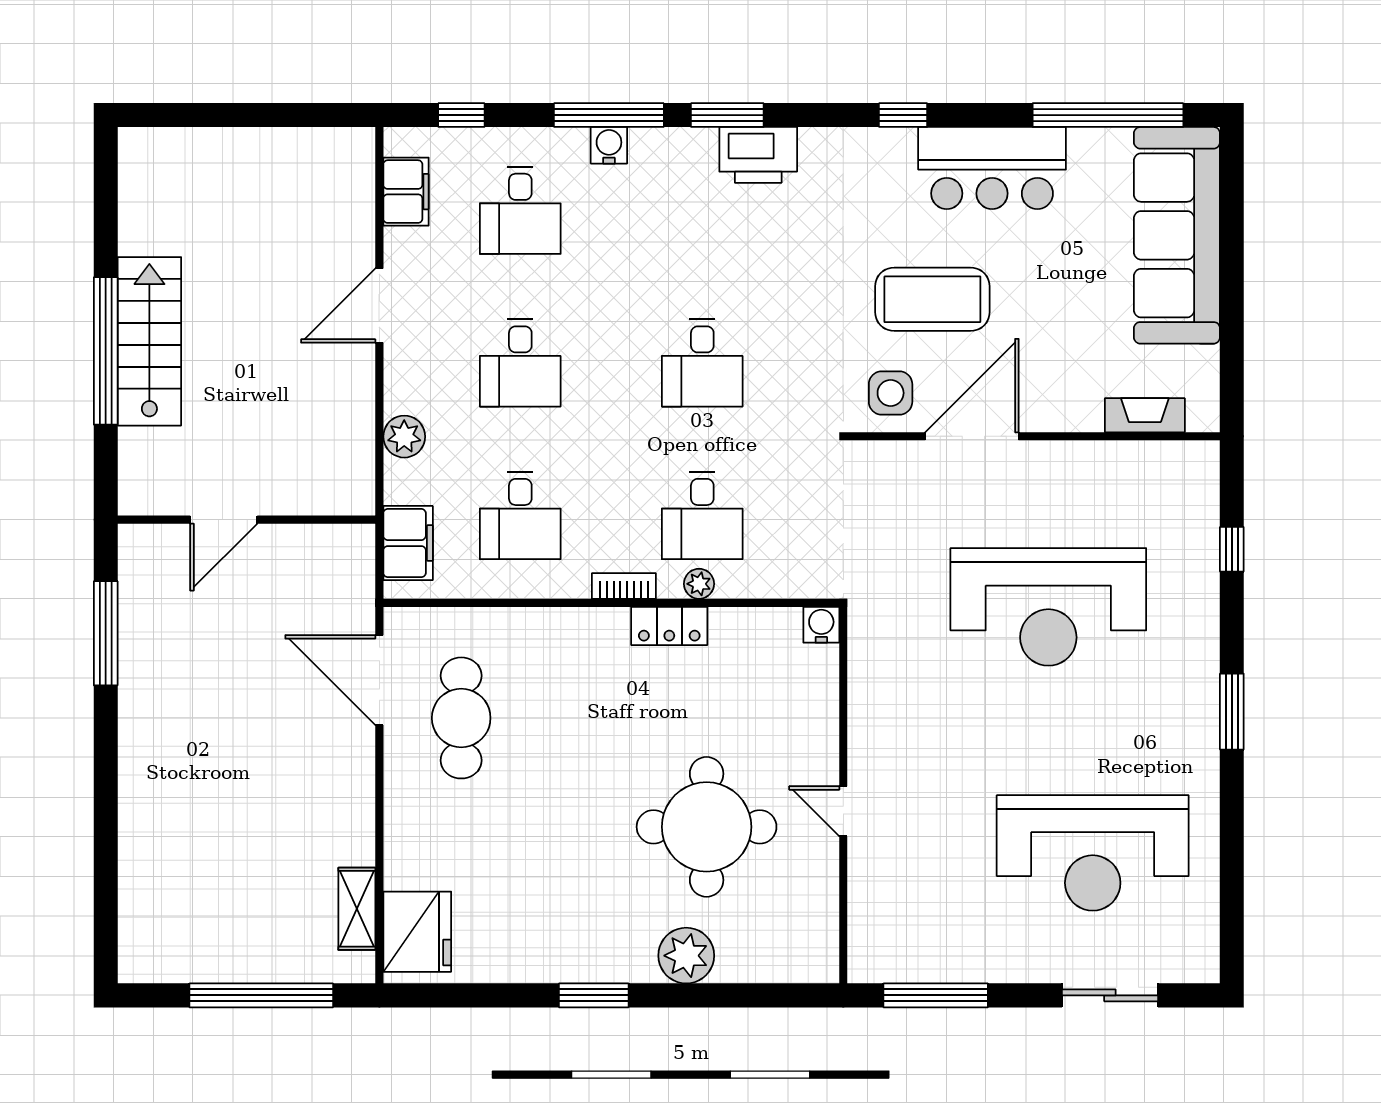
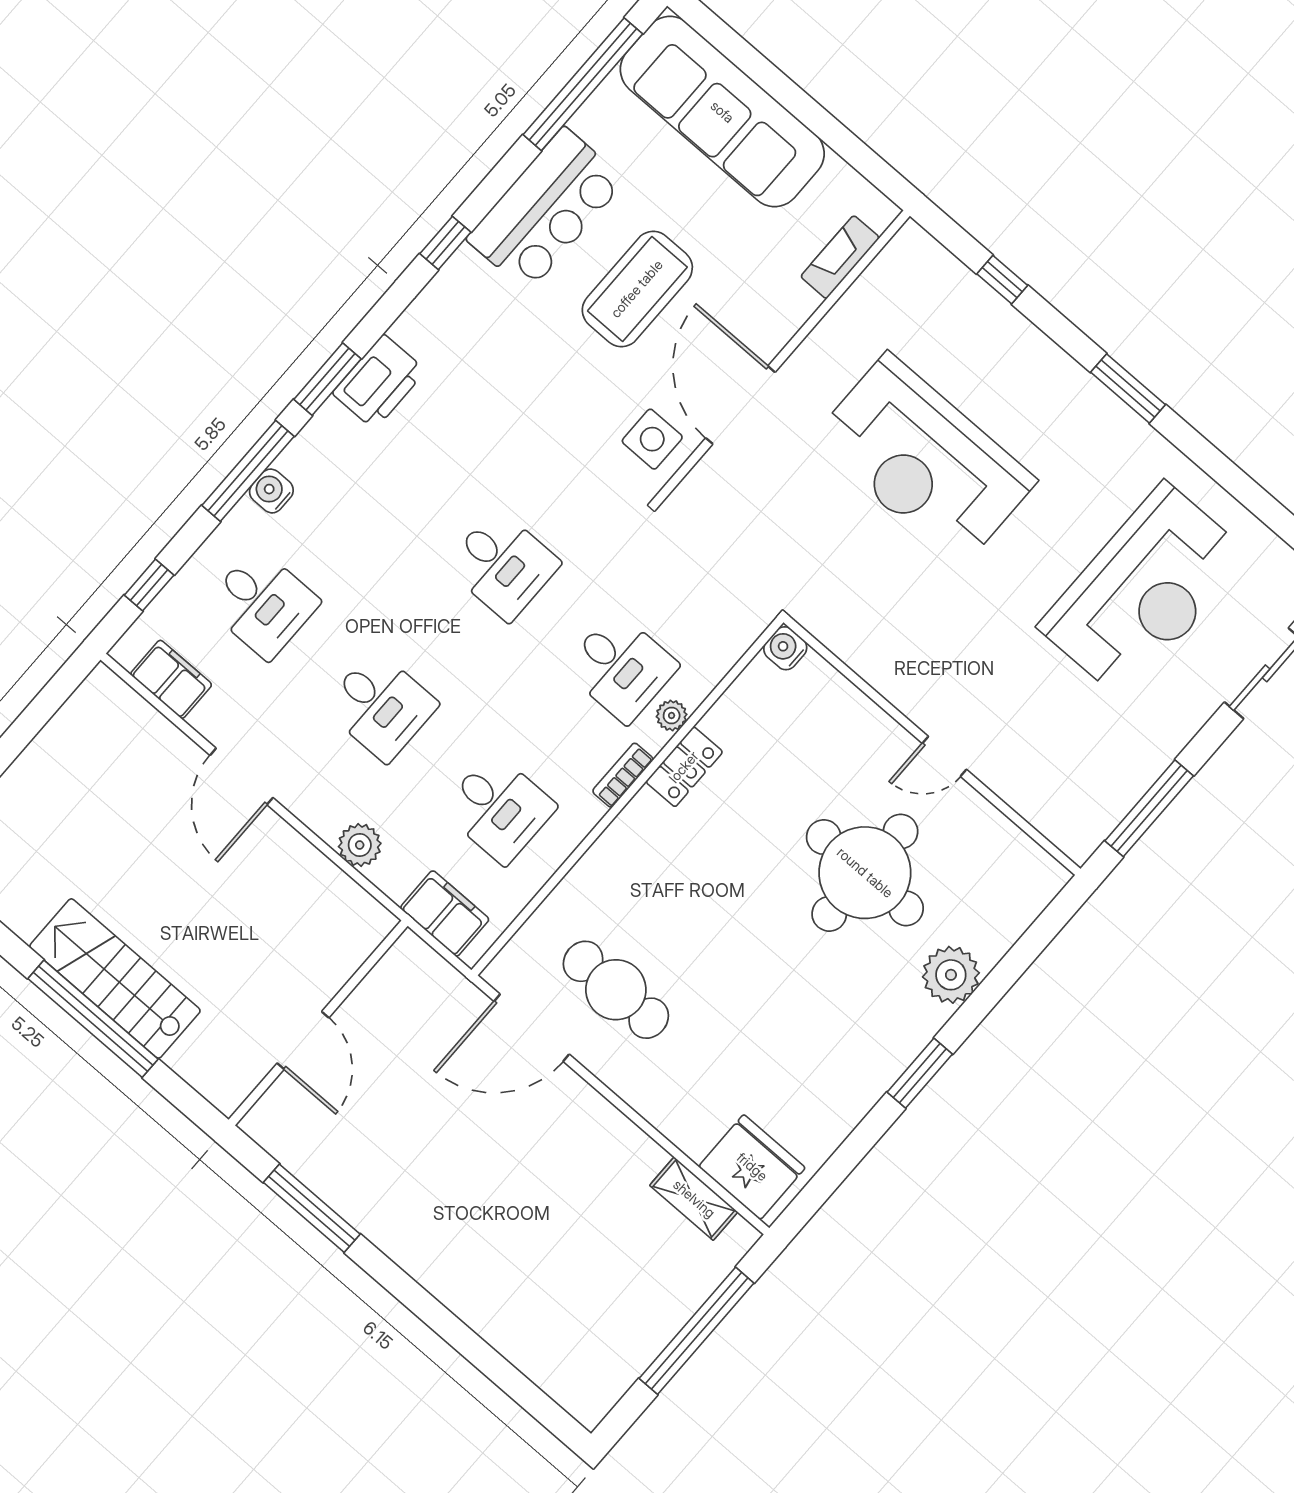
coffee table: (932, 299) -> (637, 289), moved
reception desk: (1048, 607) -> (924, 460), turned 90

